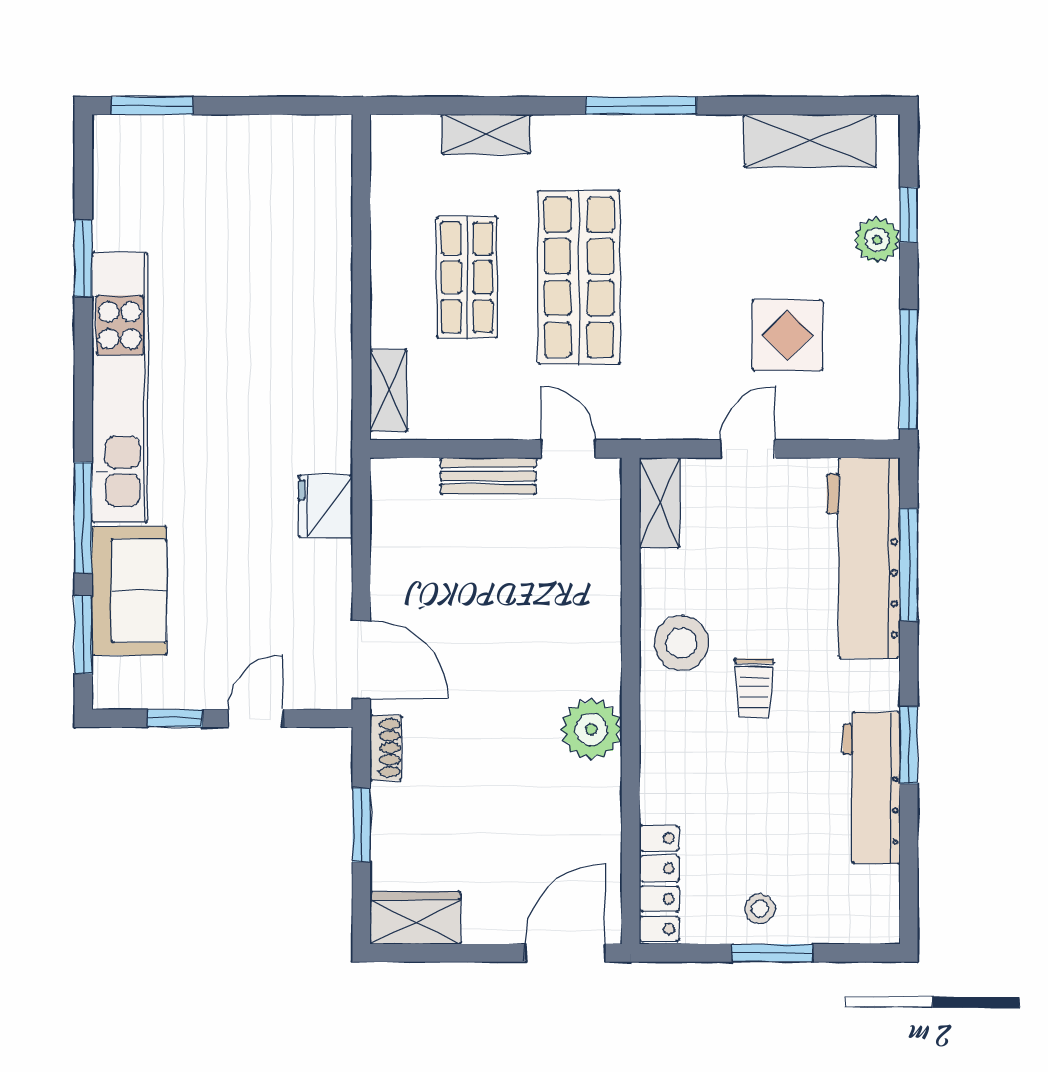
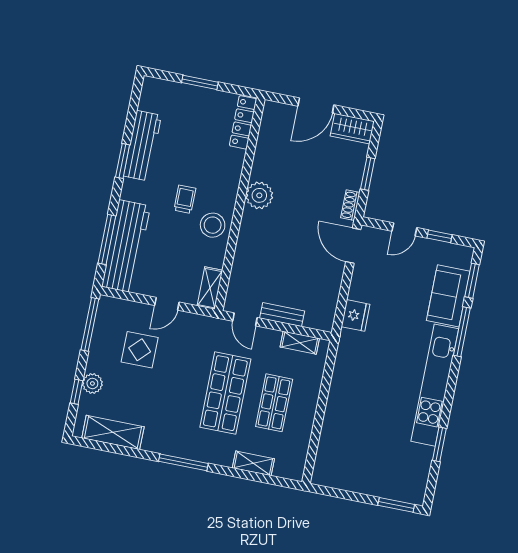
shelving: (389, 390) -> (300, 343), moved, turned 90
stool: (760, 909) -> (202, 103), removed
door: (565, 953) -> (316, 106), moved

